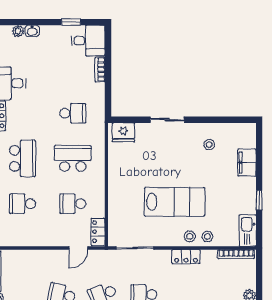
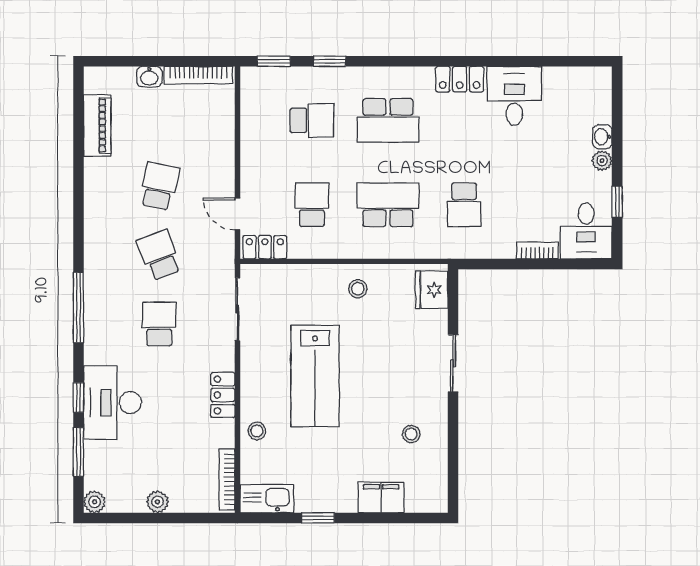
plant: (18, 31) -> (602, 161), moved
school desk: (73, 158) -> (388, 205), turned -90
school desk: (23, 204) -> (312, 120), turned 90
stool: (190, 236) -> (358, 289), moved

